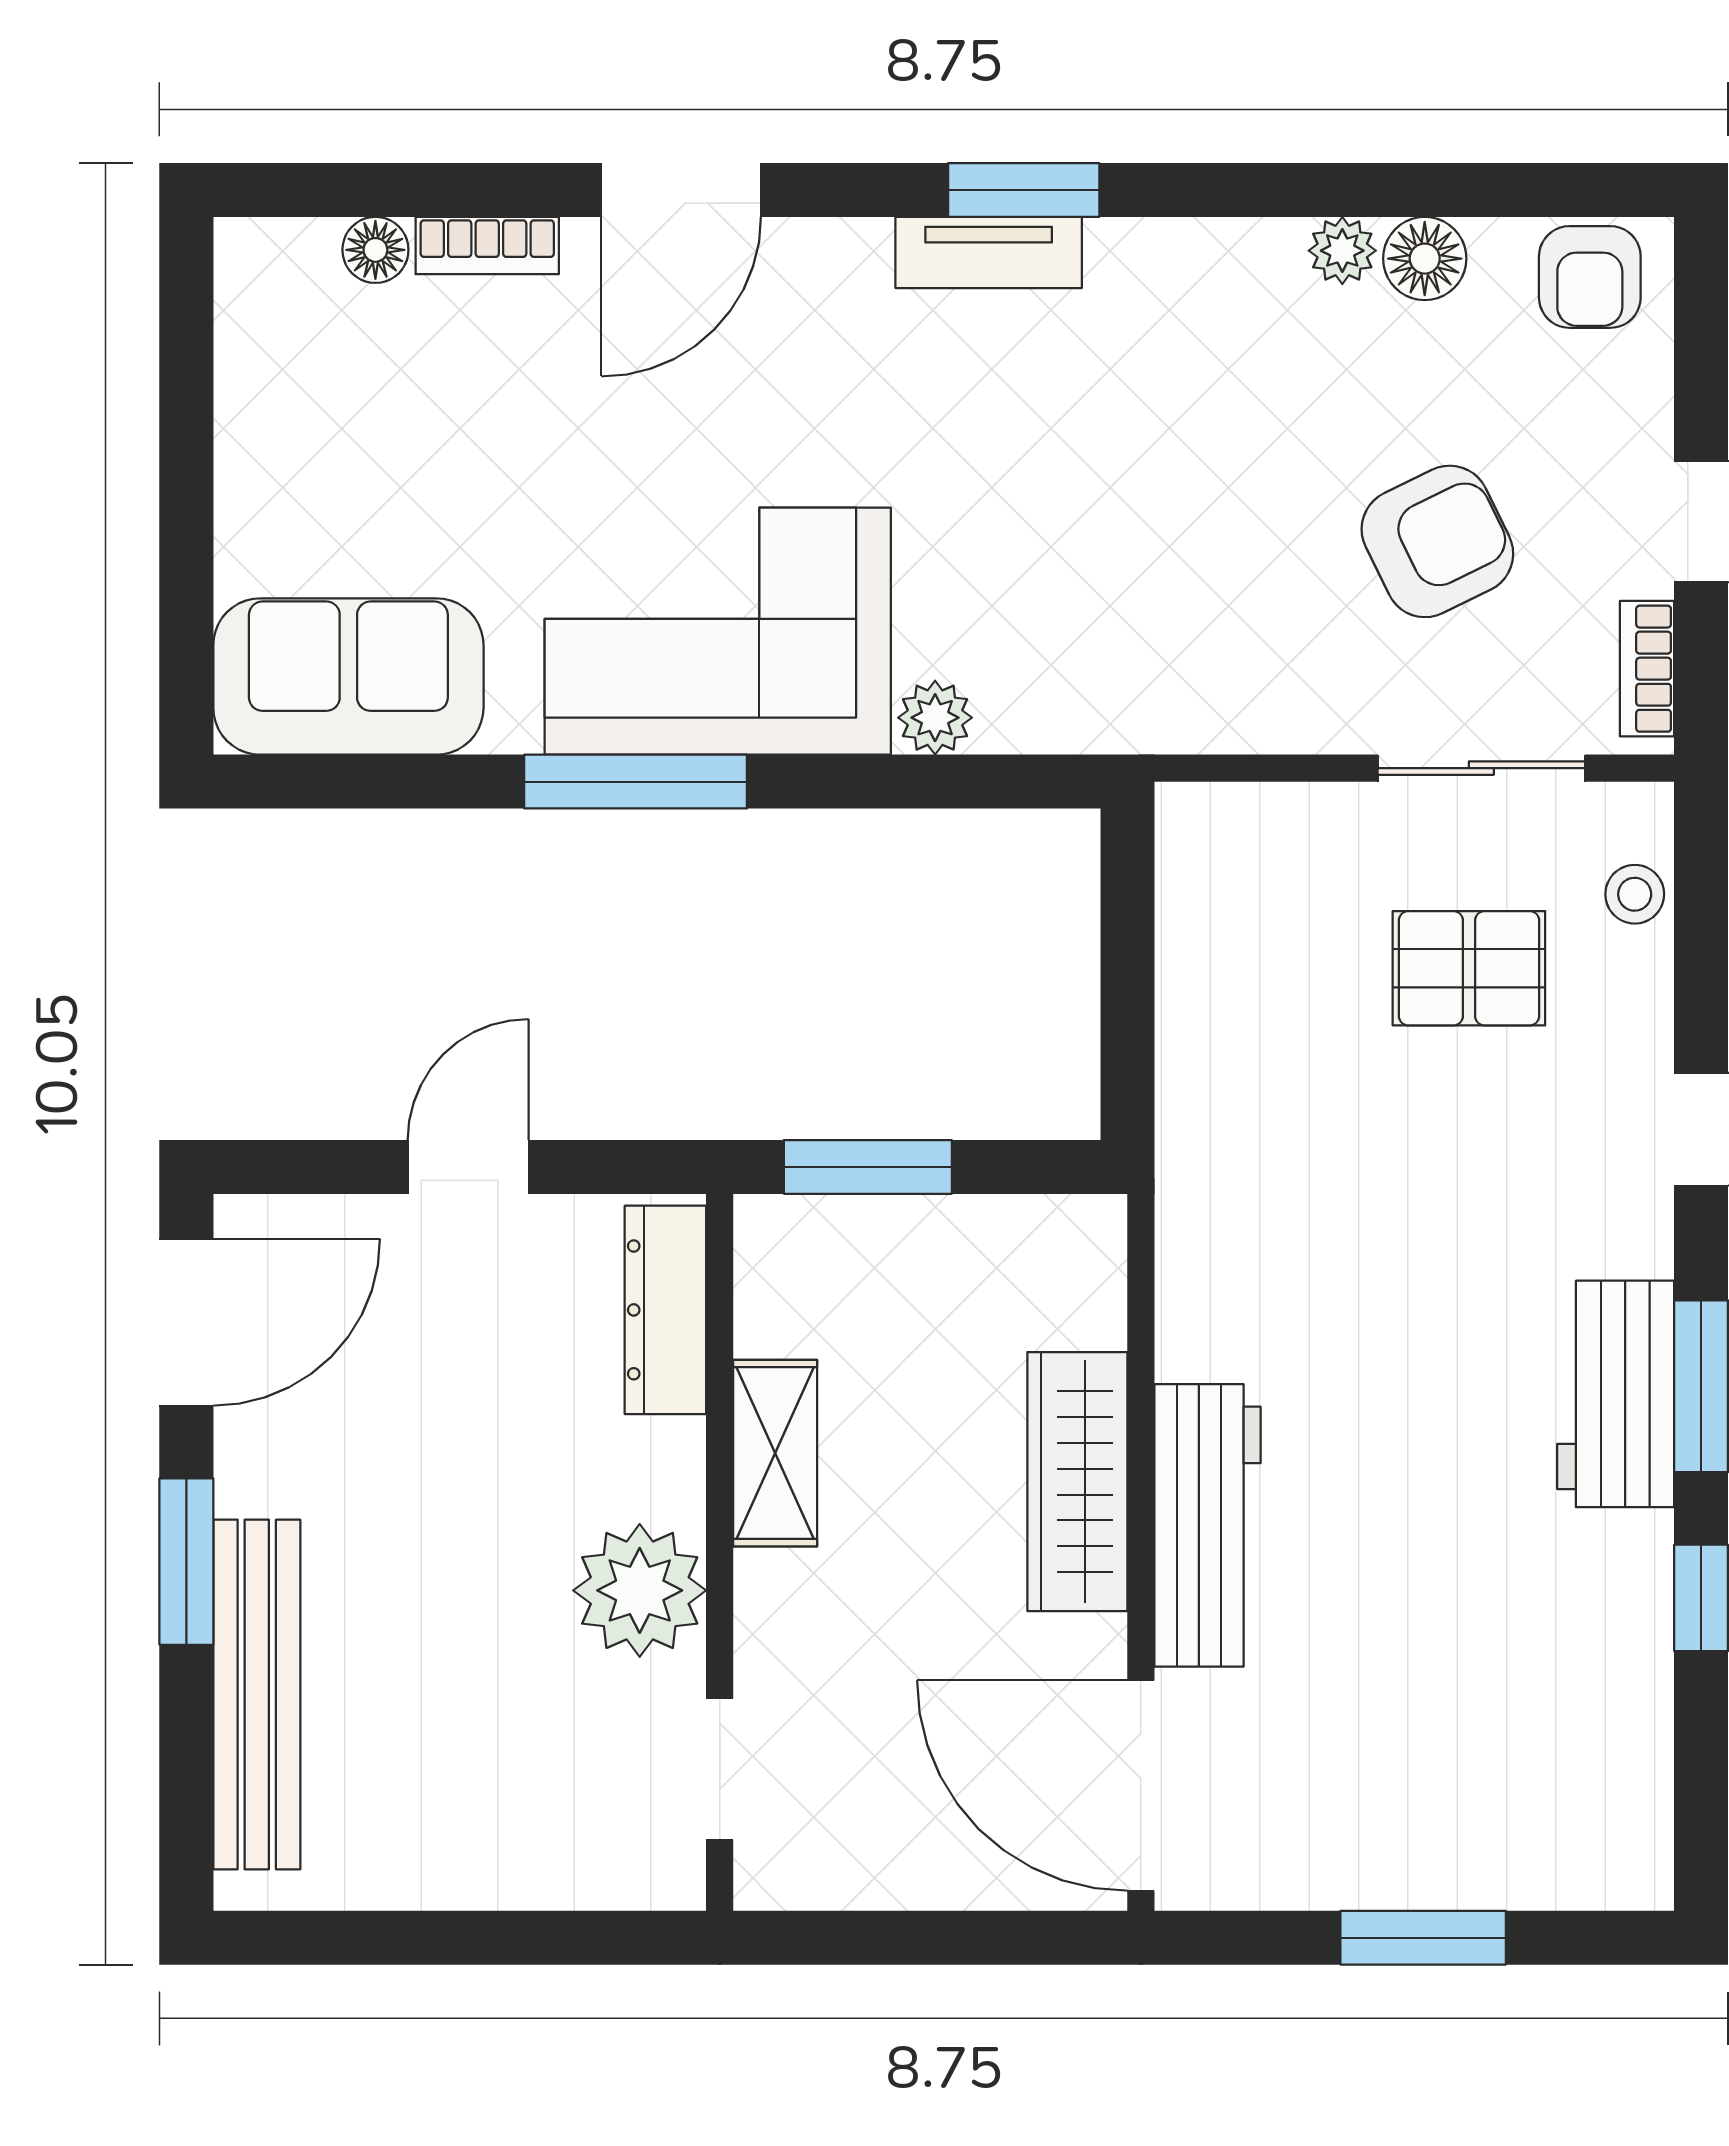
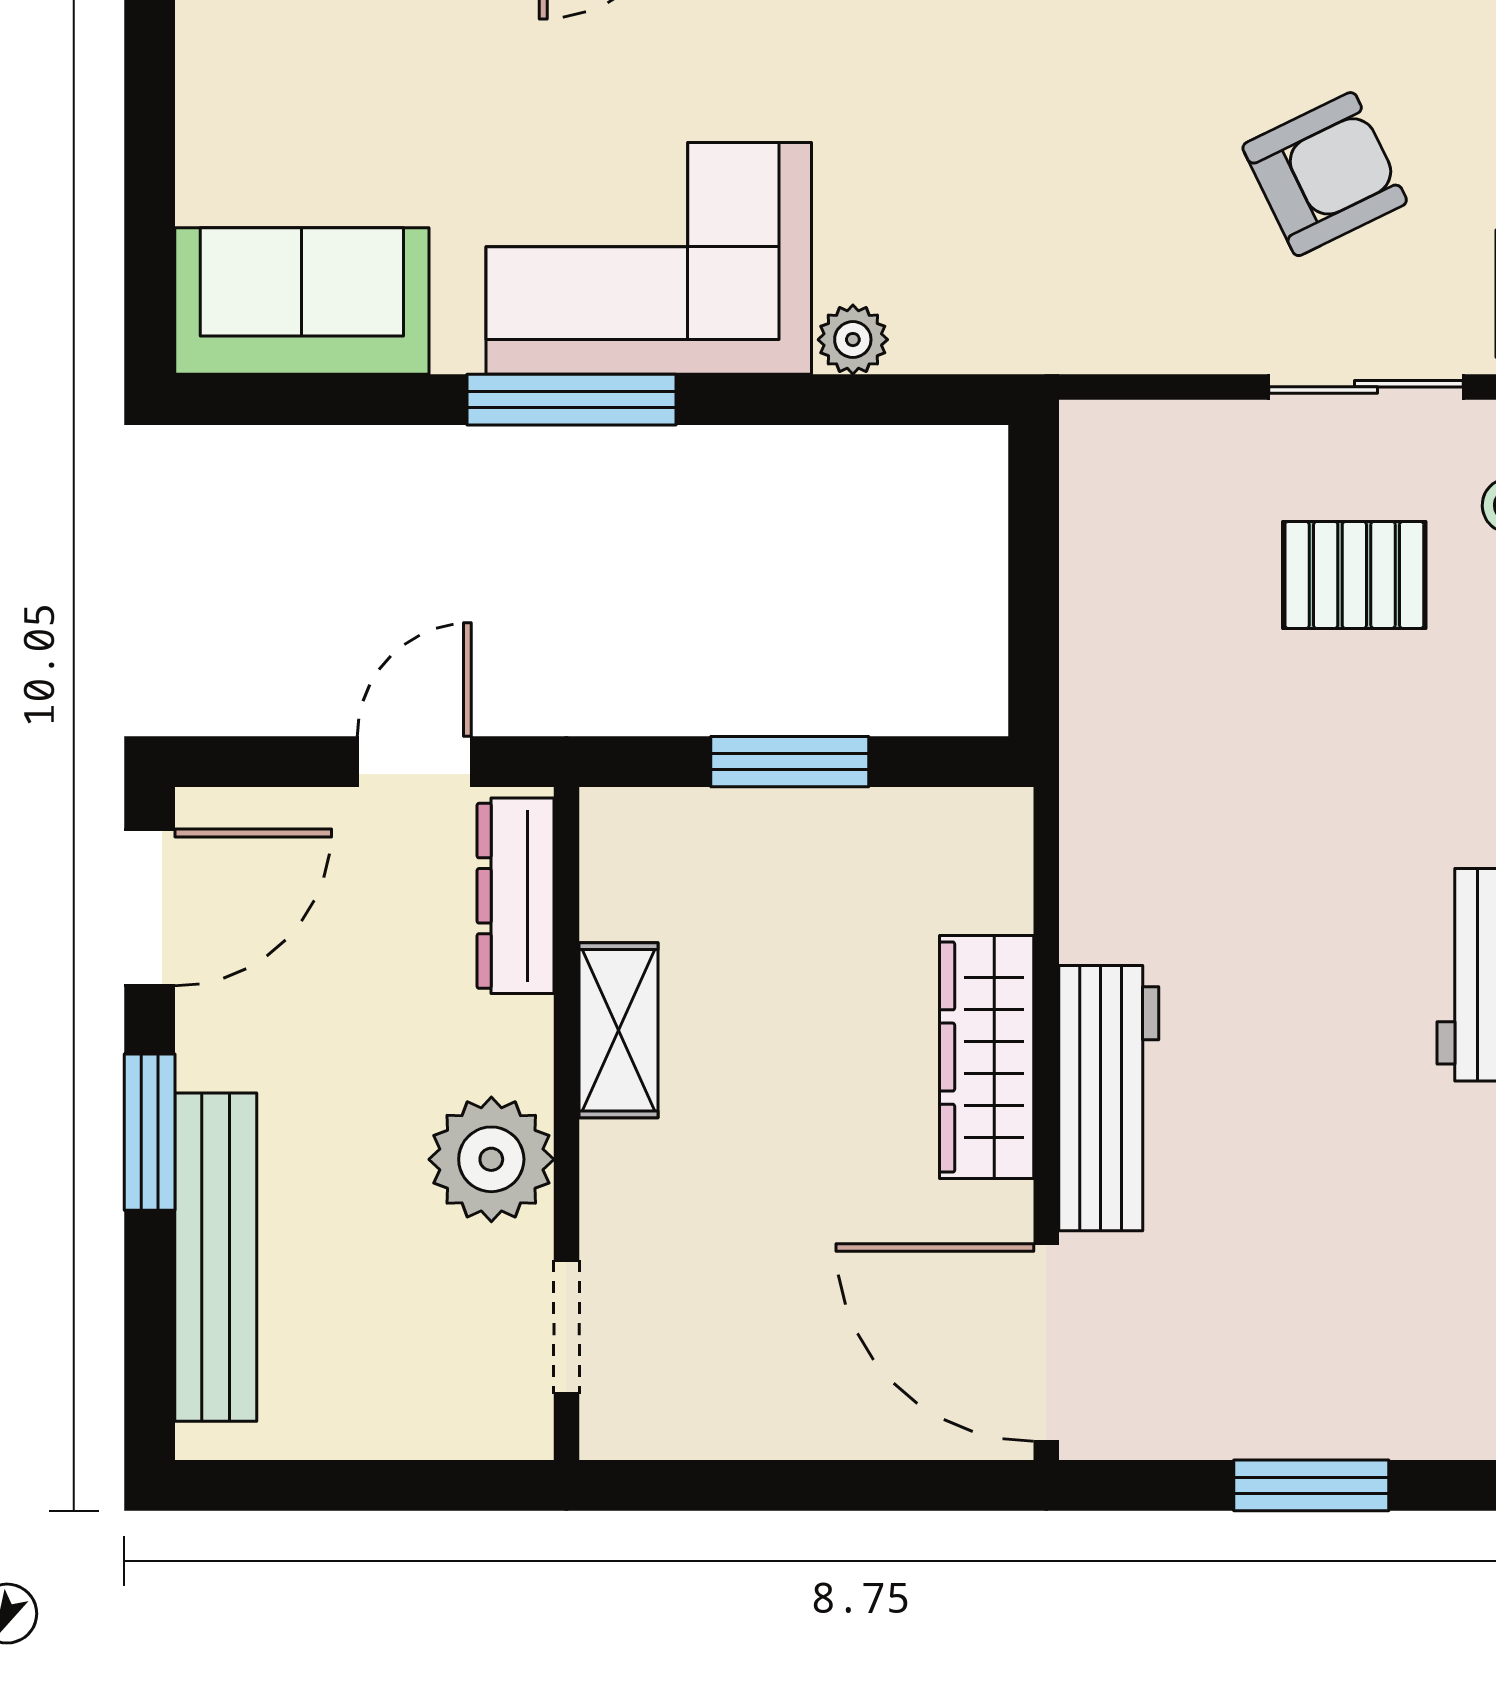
dresser: (665, 1310) -> (515, 896), moved
shelving: (775, 1453) -> (618, 1030), moved
wall: (720, 1552) -> (566, 1124), moved
plant: (640, 1590) -> (491, 1159), moved
doorway: (720, 1769) -> (566, 1327), moved

